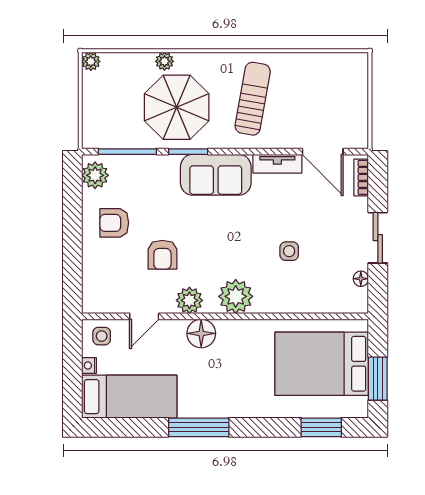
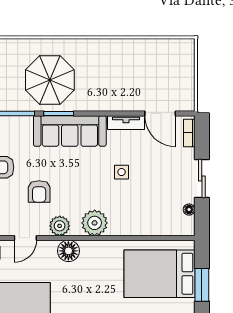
plant: (164, 61) -> (41, 45), removed
sun lounger: (253, 99) -> (107, 74), removed
sofa: (216, 175) -> (70, 131), width x1.36
side table: (289, 251) -> (122, 172), moved

